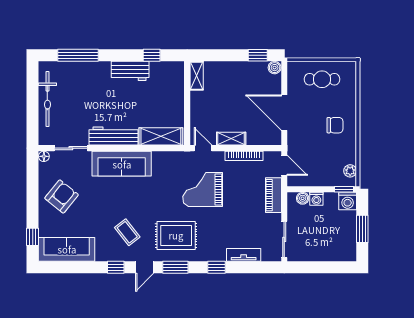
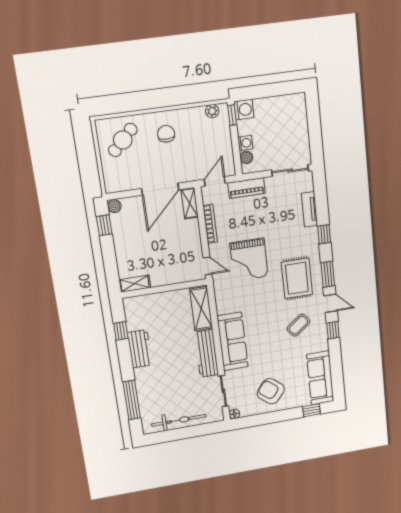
cafe table: (322, 79) -> (123, 140), moved, turned 45
shelving: (231, 139) -> (190, 203), moved
door: (203, 148) -> (207, 266), swing flipped
window: (362, 229) -> (271, 90), removed

